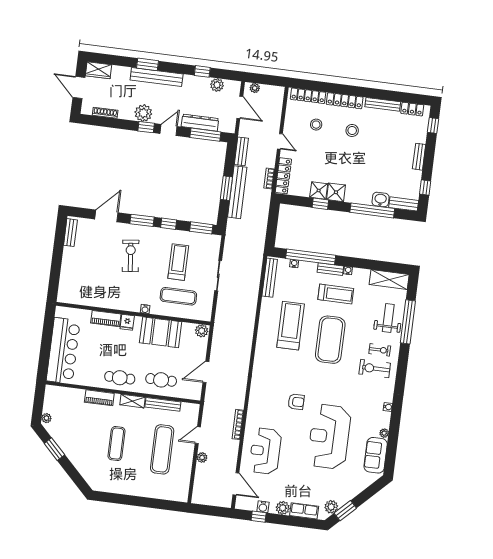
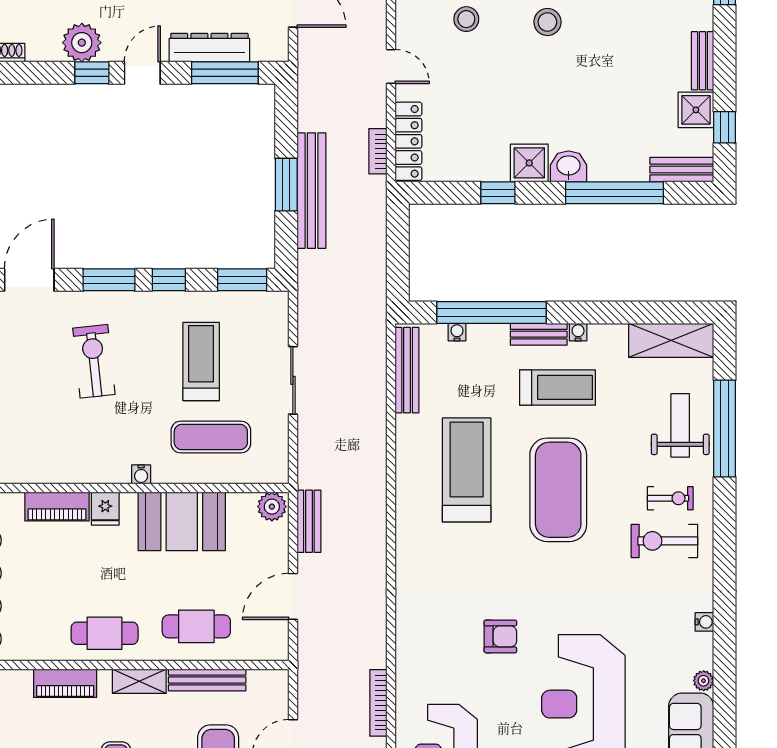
bench: (241, 151) -> (309, 521), moved
shower: (319, 191) -> (696, 110), moved
washbasin: (381, 200) -> (568, 166), moved

